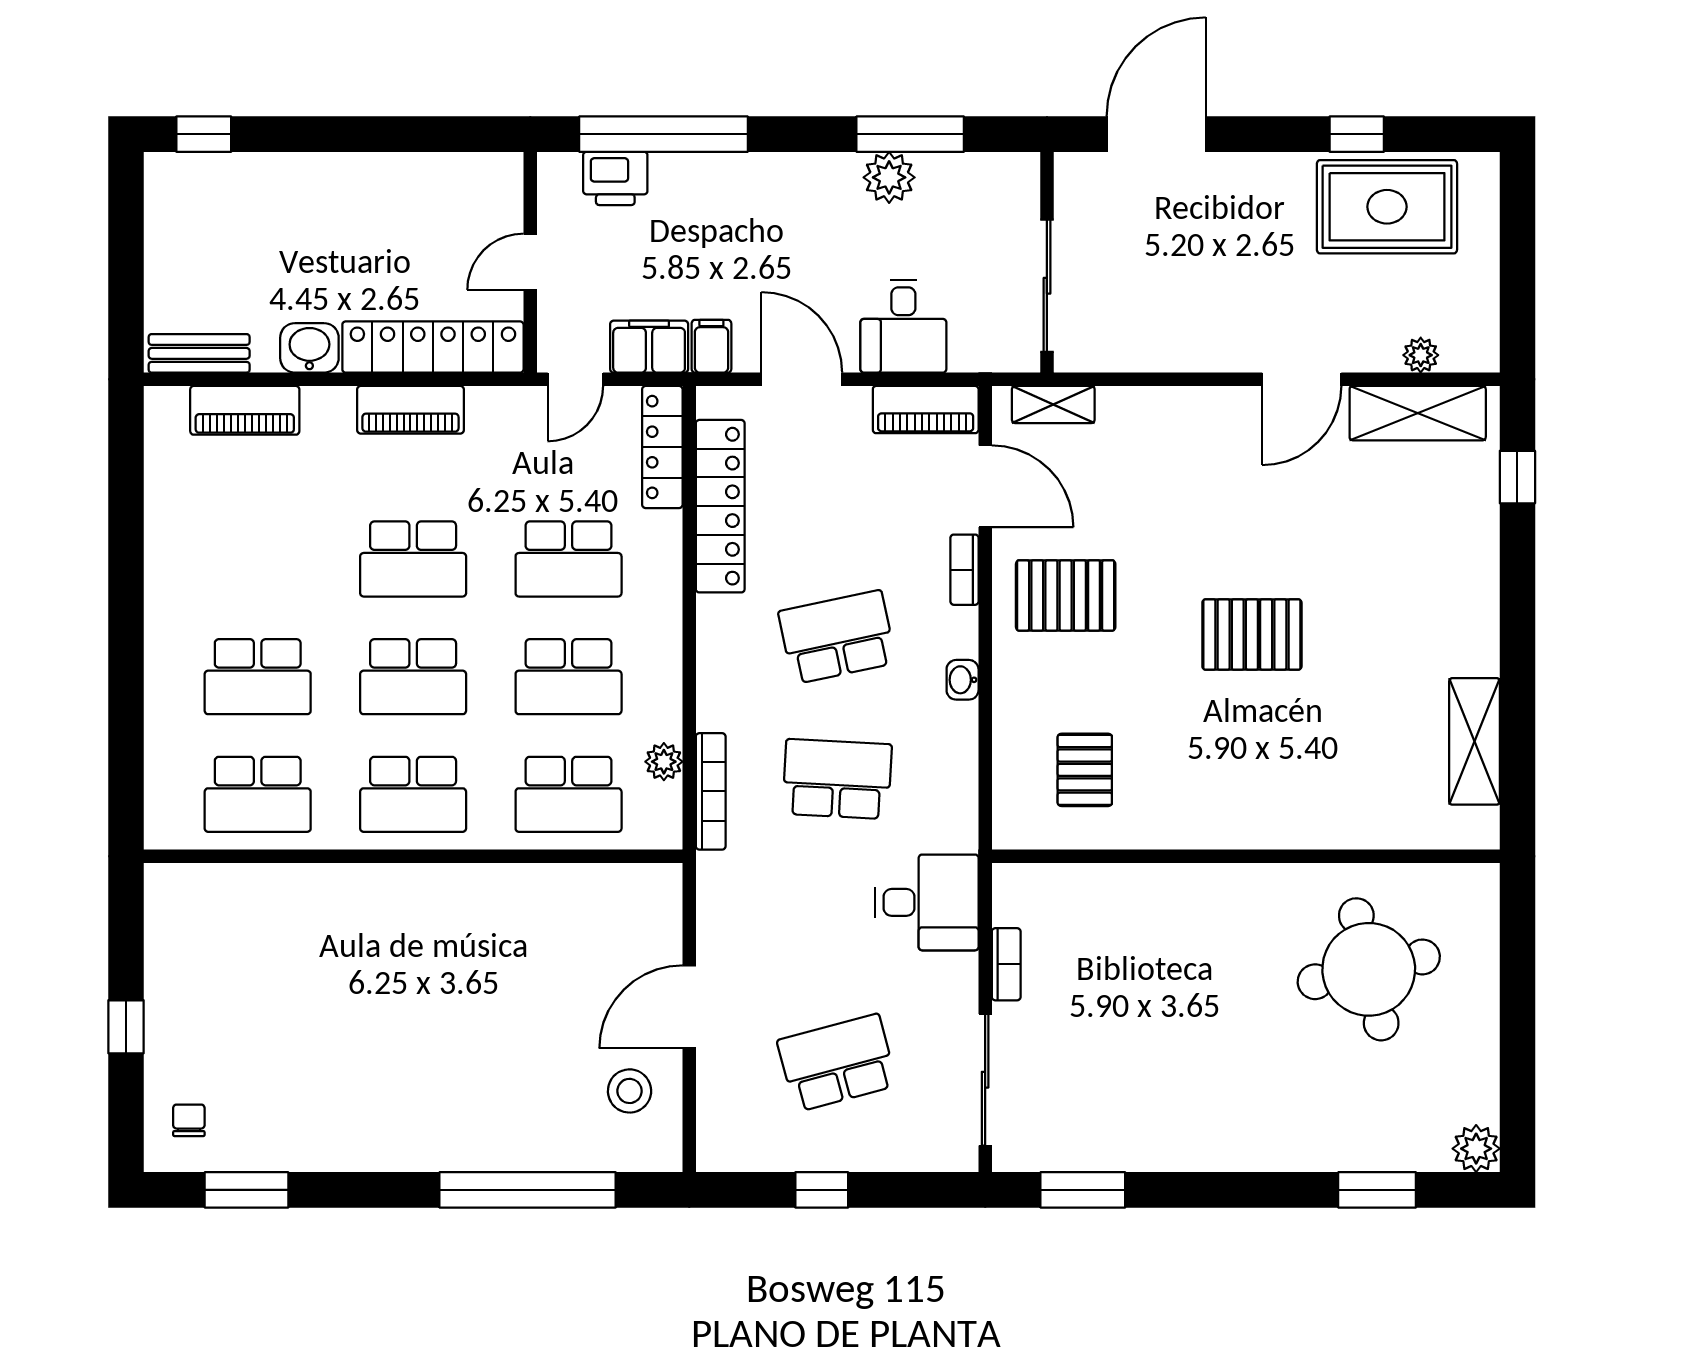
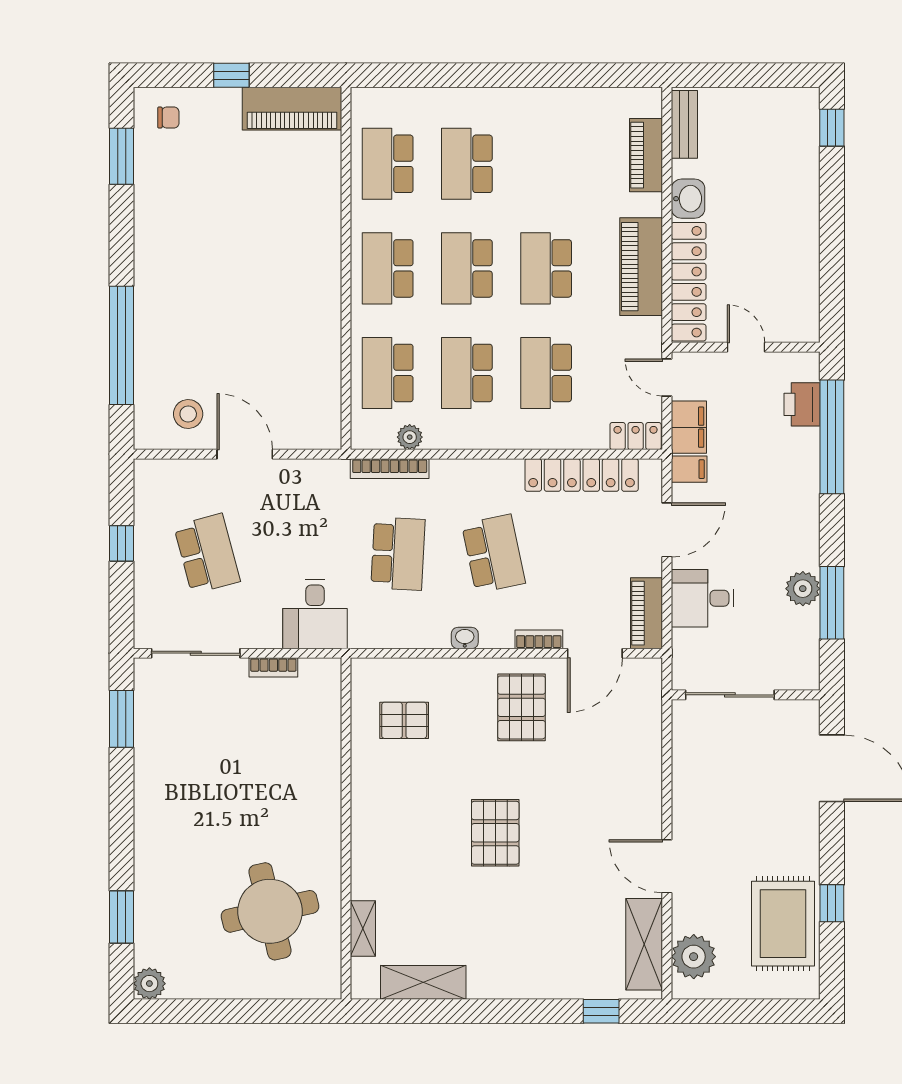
plant: (1421, 355) -> (694, 957), width x1.87, depth x1.87
shelving: (1053, 405) -> (363, 928), moved
piano: (410, 410) -> (641, 267), width x1.37, depth x1.33
locker: (662, 447) -> (636, 436), width x0.66
piano: (176, 937) -> (292, 109), added

